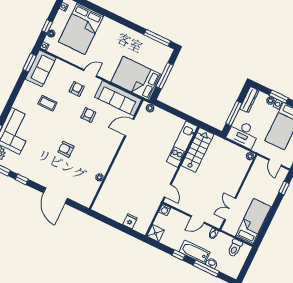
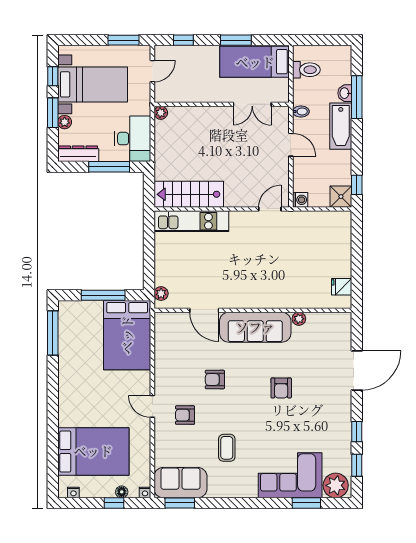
sofa: (118, 98) -> (255, 327), moved, turned 90
window: (270, 217) -> (236, 40), added
fridge: (130, 221) -> (342, 287), moved
window: (179, 255) -> (357, 185), moved

